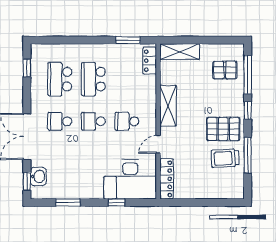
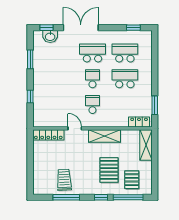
school desk: (60, 121) -> (92, 53), width x1.85
pallet: (223, 129) -> (109, 170), moved
desk: (130, 179) -> (48, 107), removed

